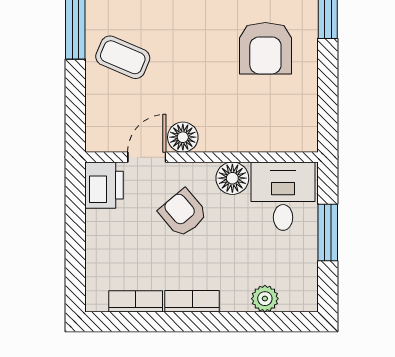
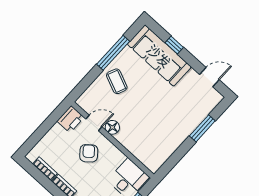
armchair: (265, 48) -> (168, 123), removed
floor lamp: (232, 178) -> (116, 157), removed

